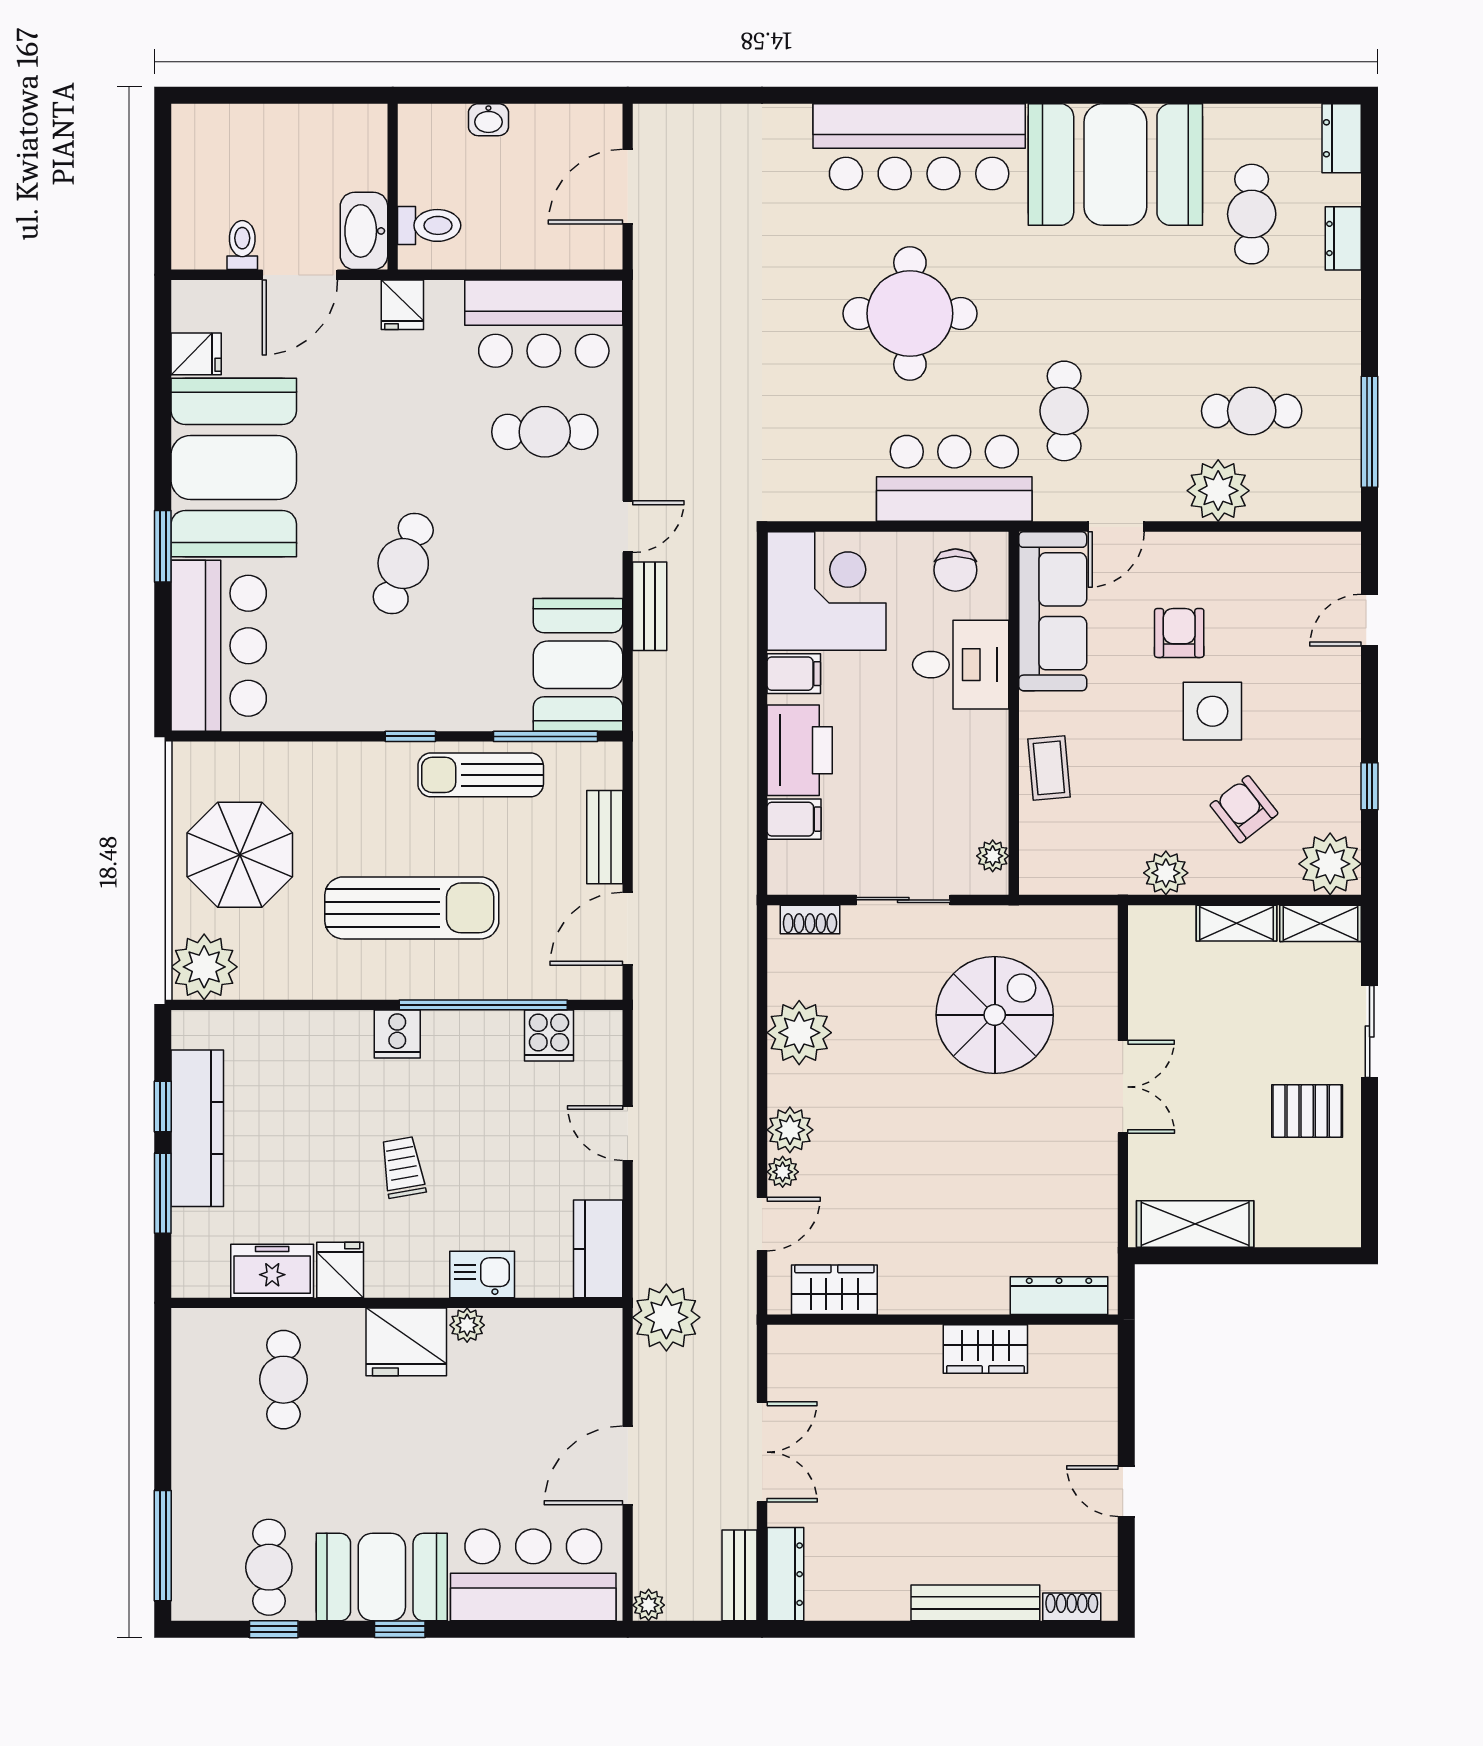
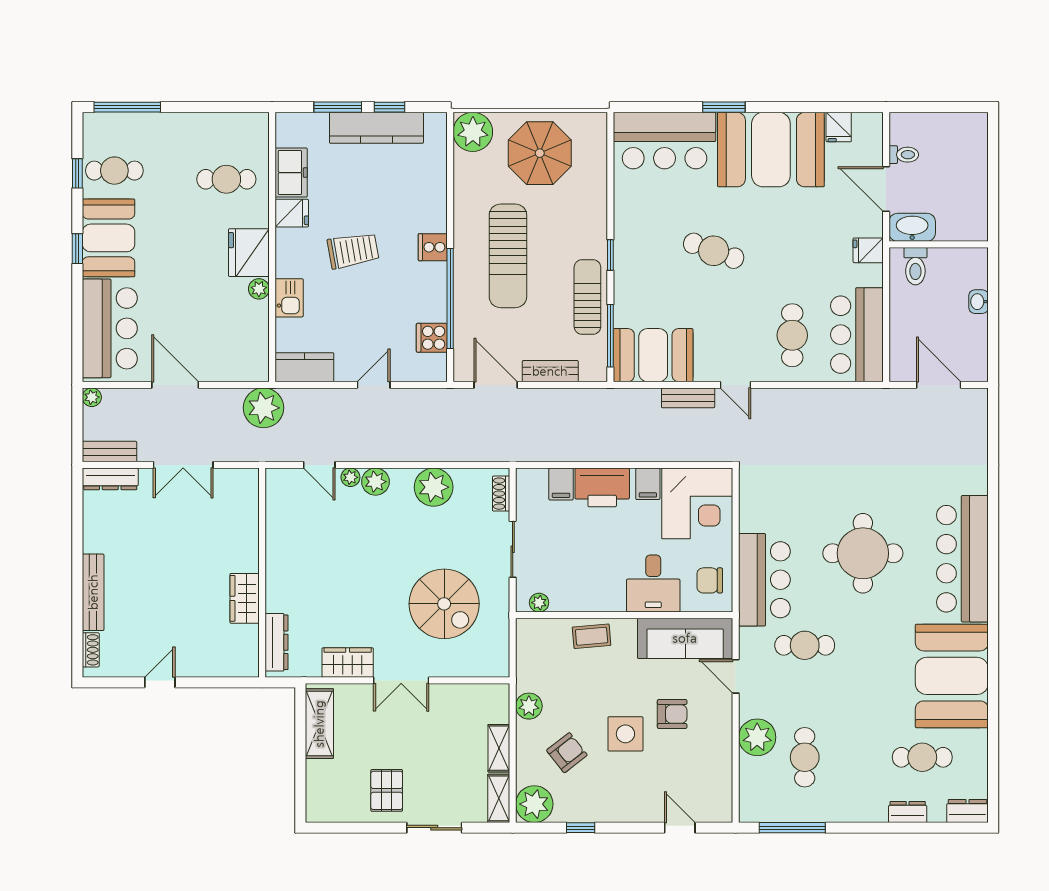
trolley: (403, 1167) -> (353, 250), width x1.36, depth x1.39
wardrobe: (834, 1290) -> (348, 663), moved, turned -90

